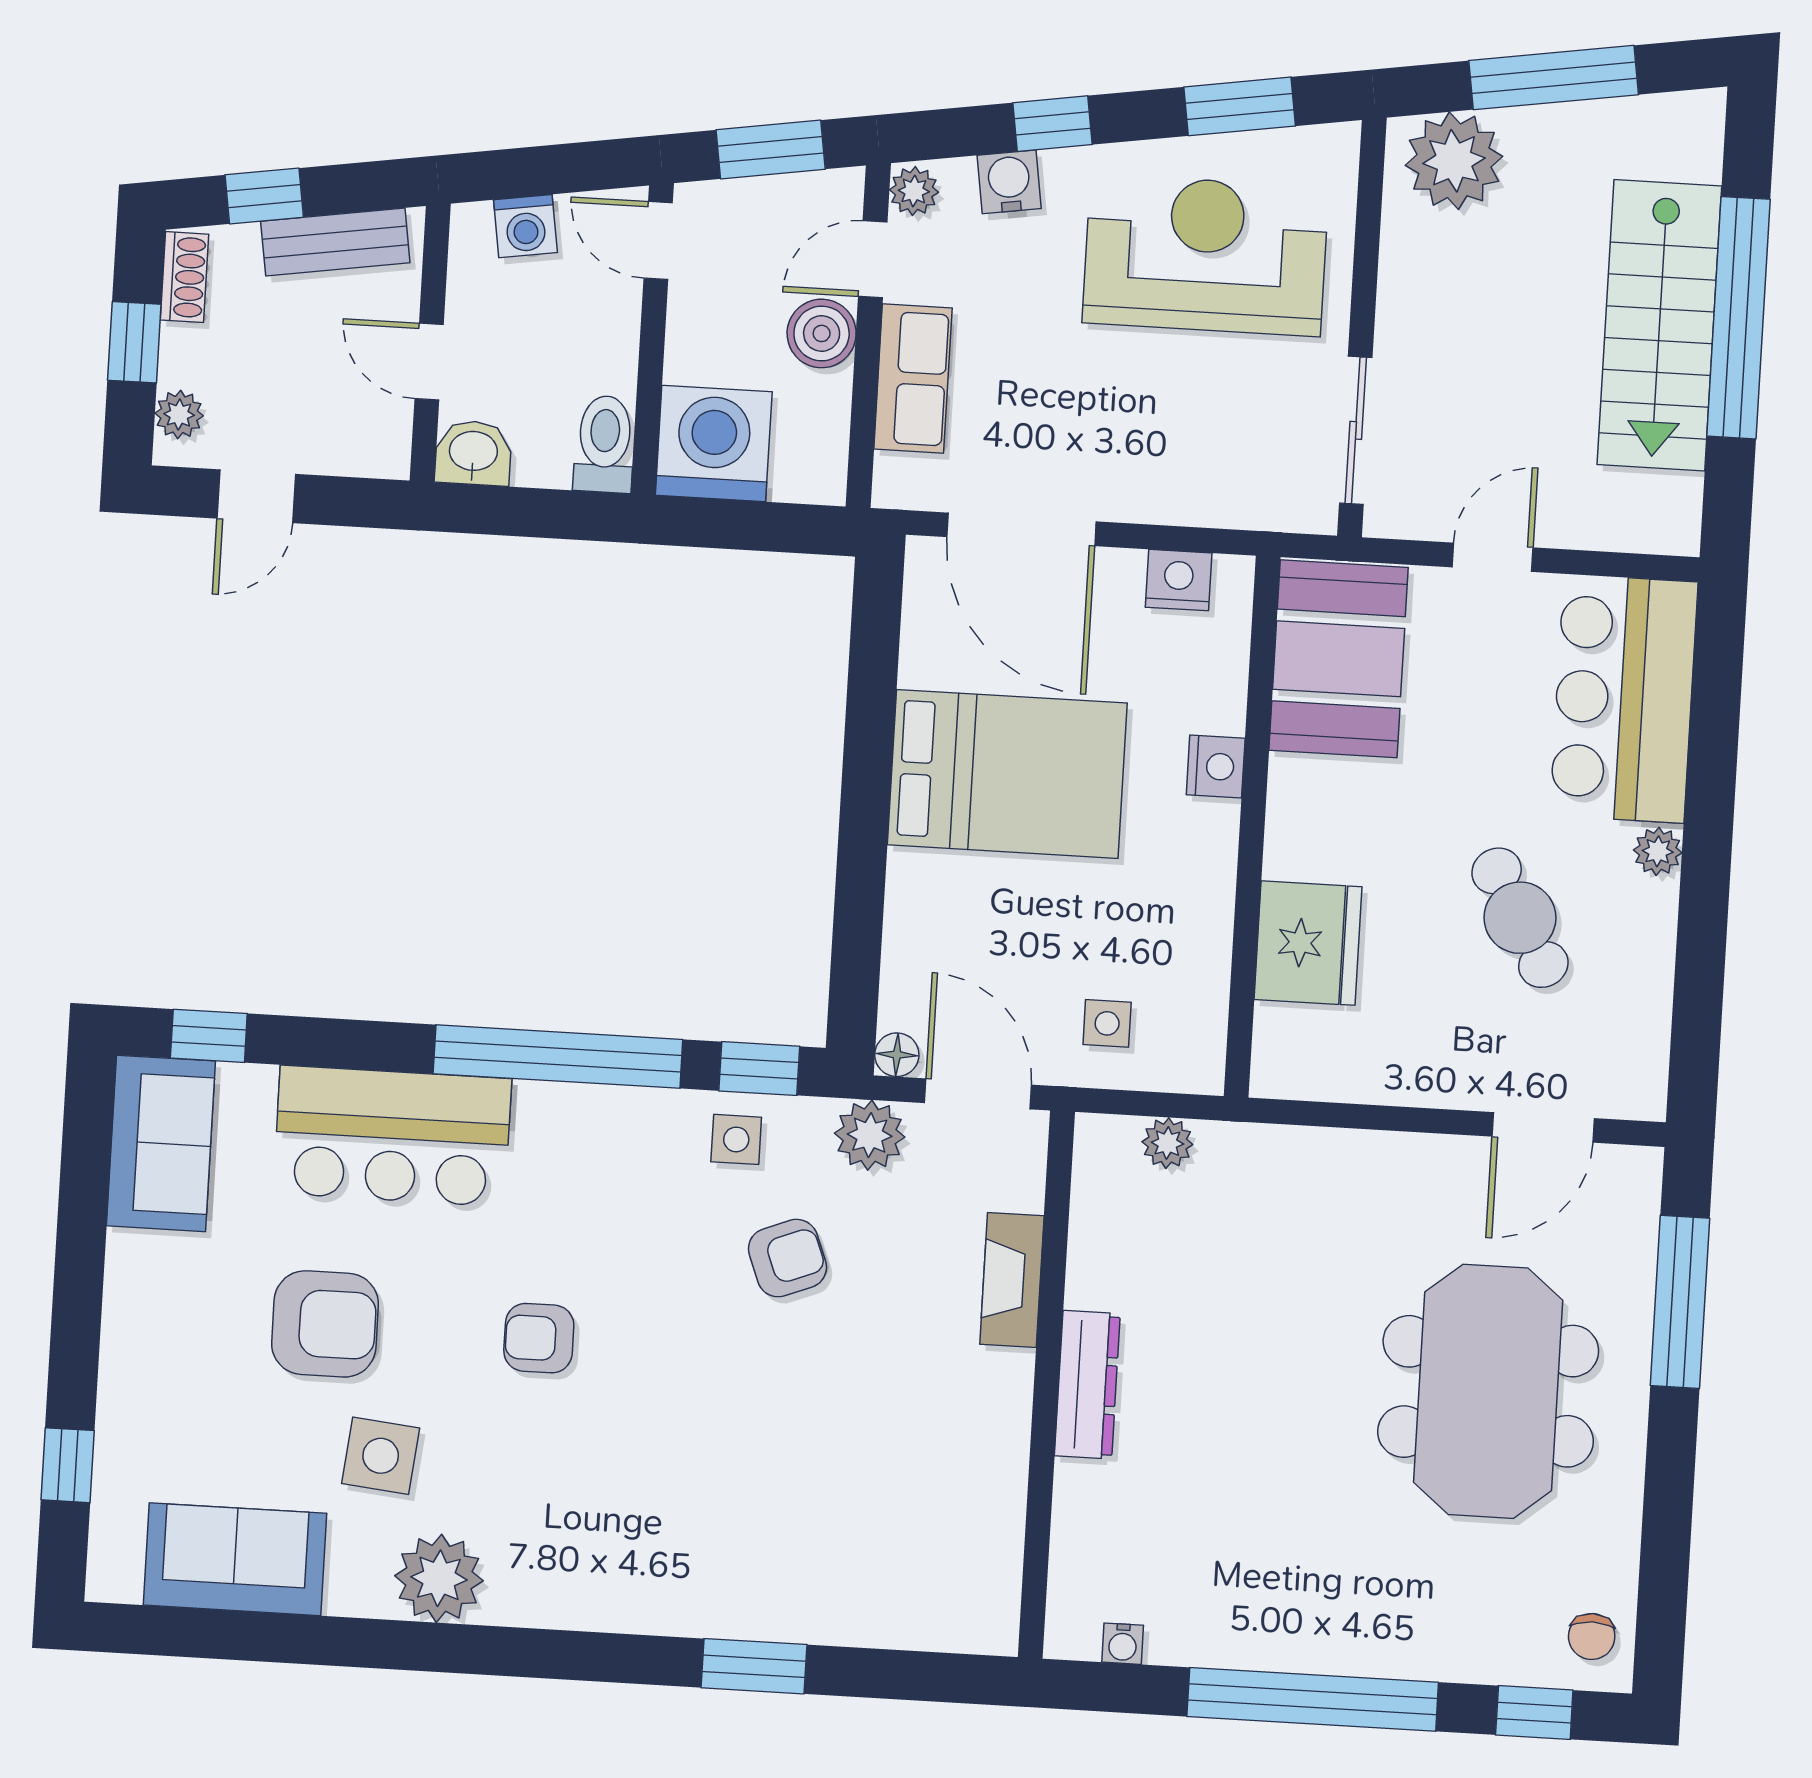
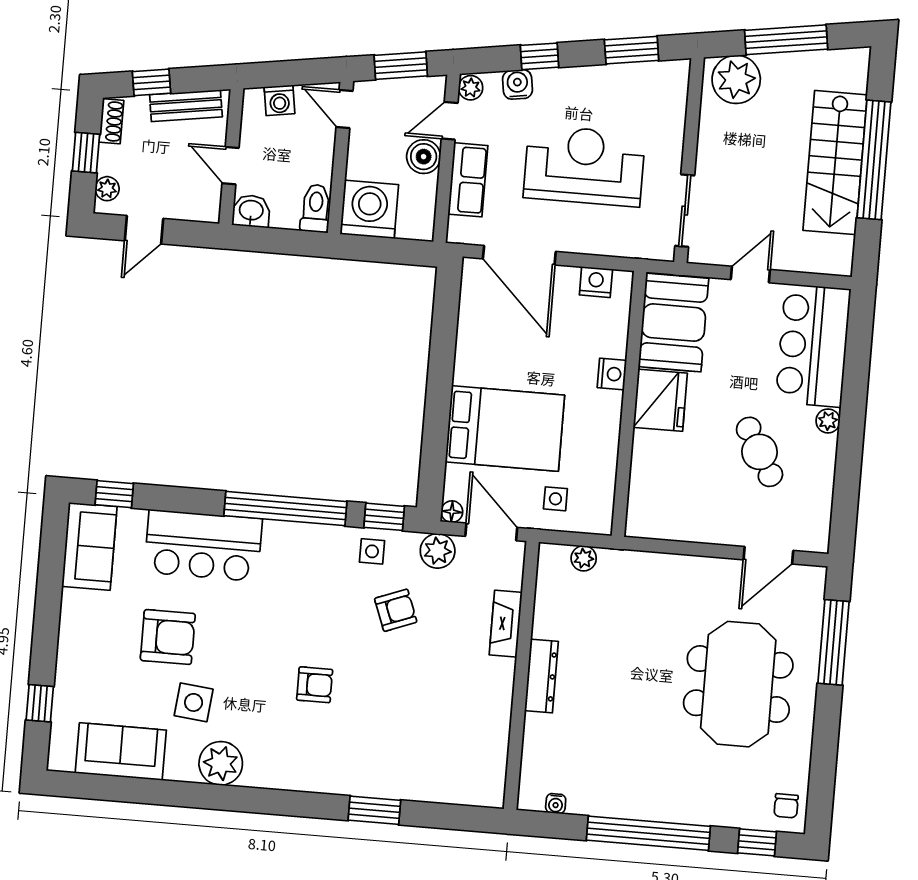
reception desk: (1205, 255) -> (584, 166), moved
bed: (1007, 774) -> (505, 429), moved
fridge: (1308, 943) -> (660, 400), moved
armchair: (539, 1338) -> (315, 685), moved, turned 180

